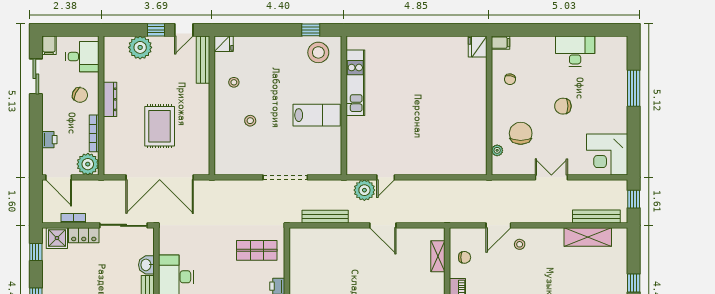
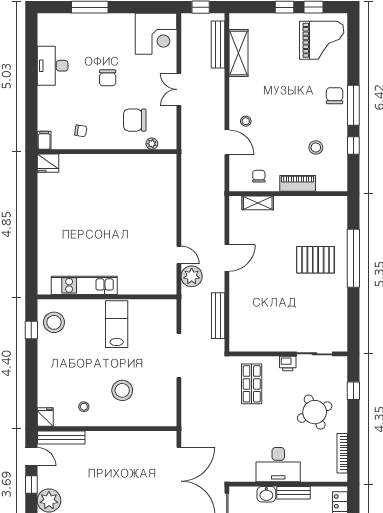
stool: (250, 121) -> (122, 390), width x1.89, depth x1.89
rug: (160, 126) -> (128, 481), removed

